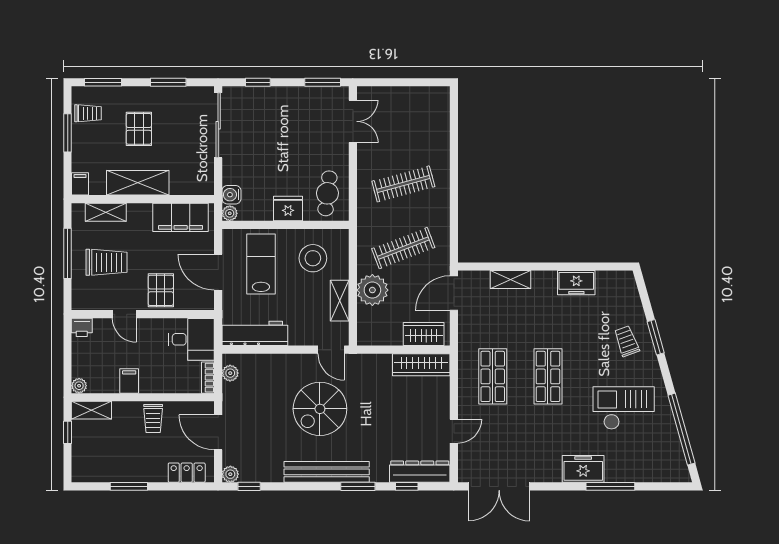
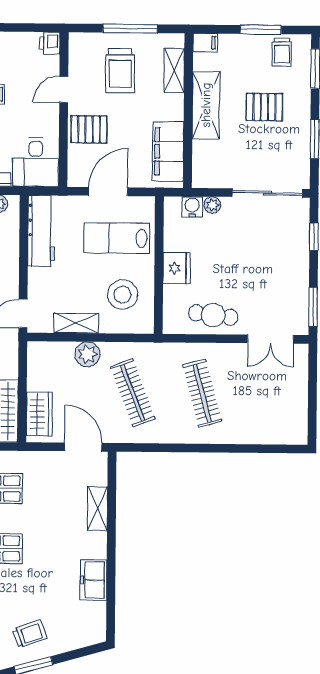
cafe table: (327, 193) -> (213, 315), moved
plant: (230, 213) -> (212, 205), moved
lab bench: (261, 264) -> (117, 238), turned 180
plant: (372, 290) -> (87, 354), width x0.73, depth x0.73

